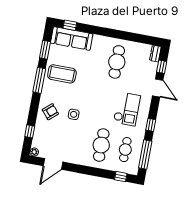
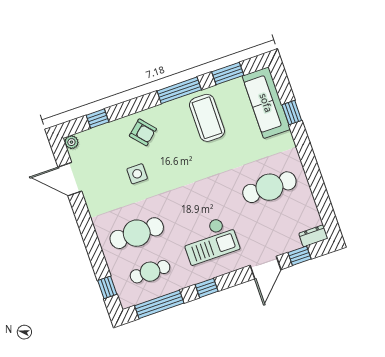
window: (70, 25) -> (292, 113), moved
side table: (74, 114) -> (137, 174), moved

